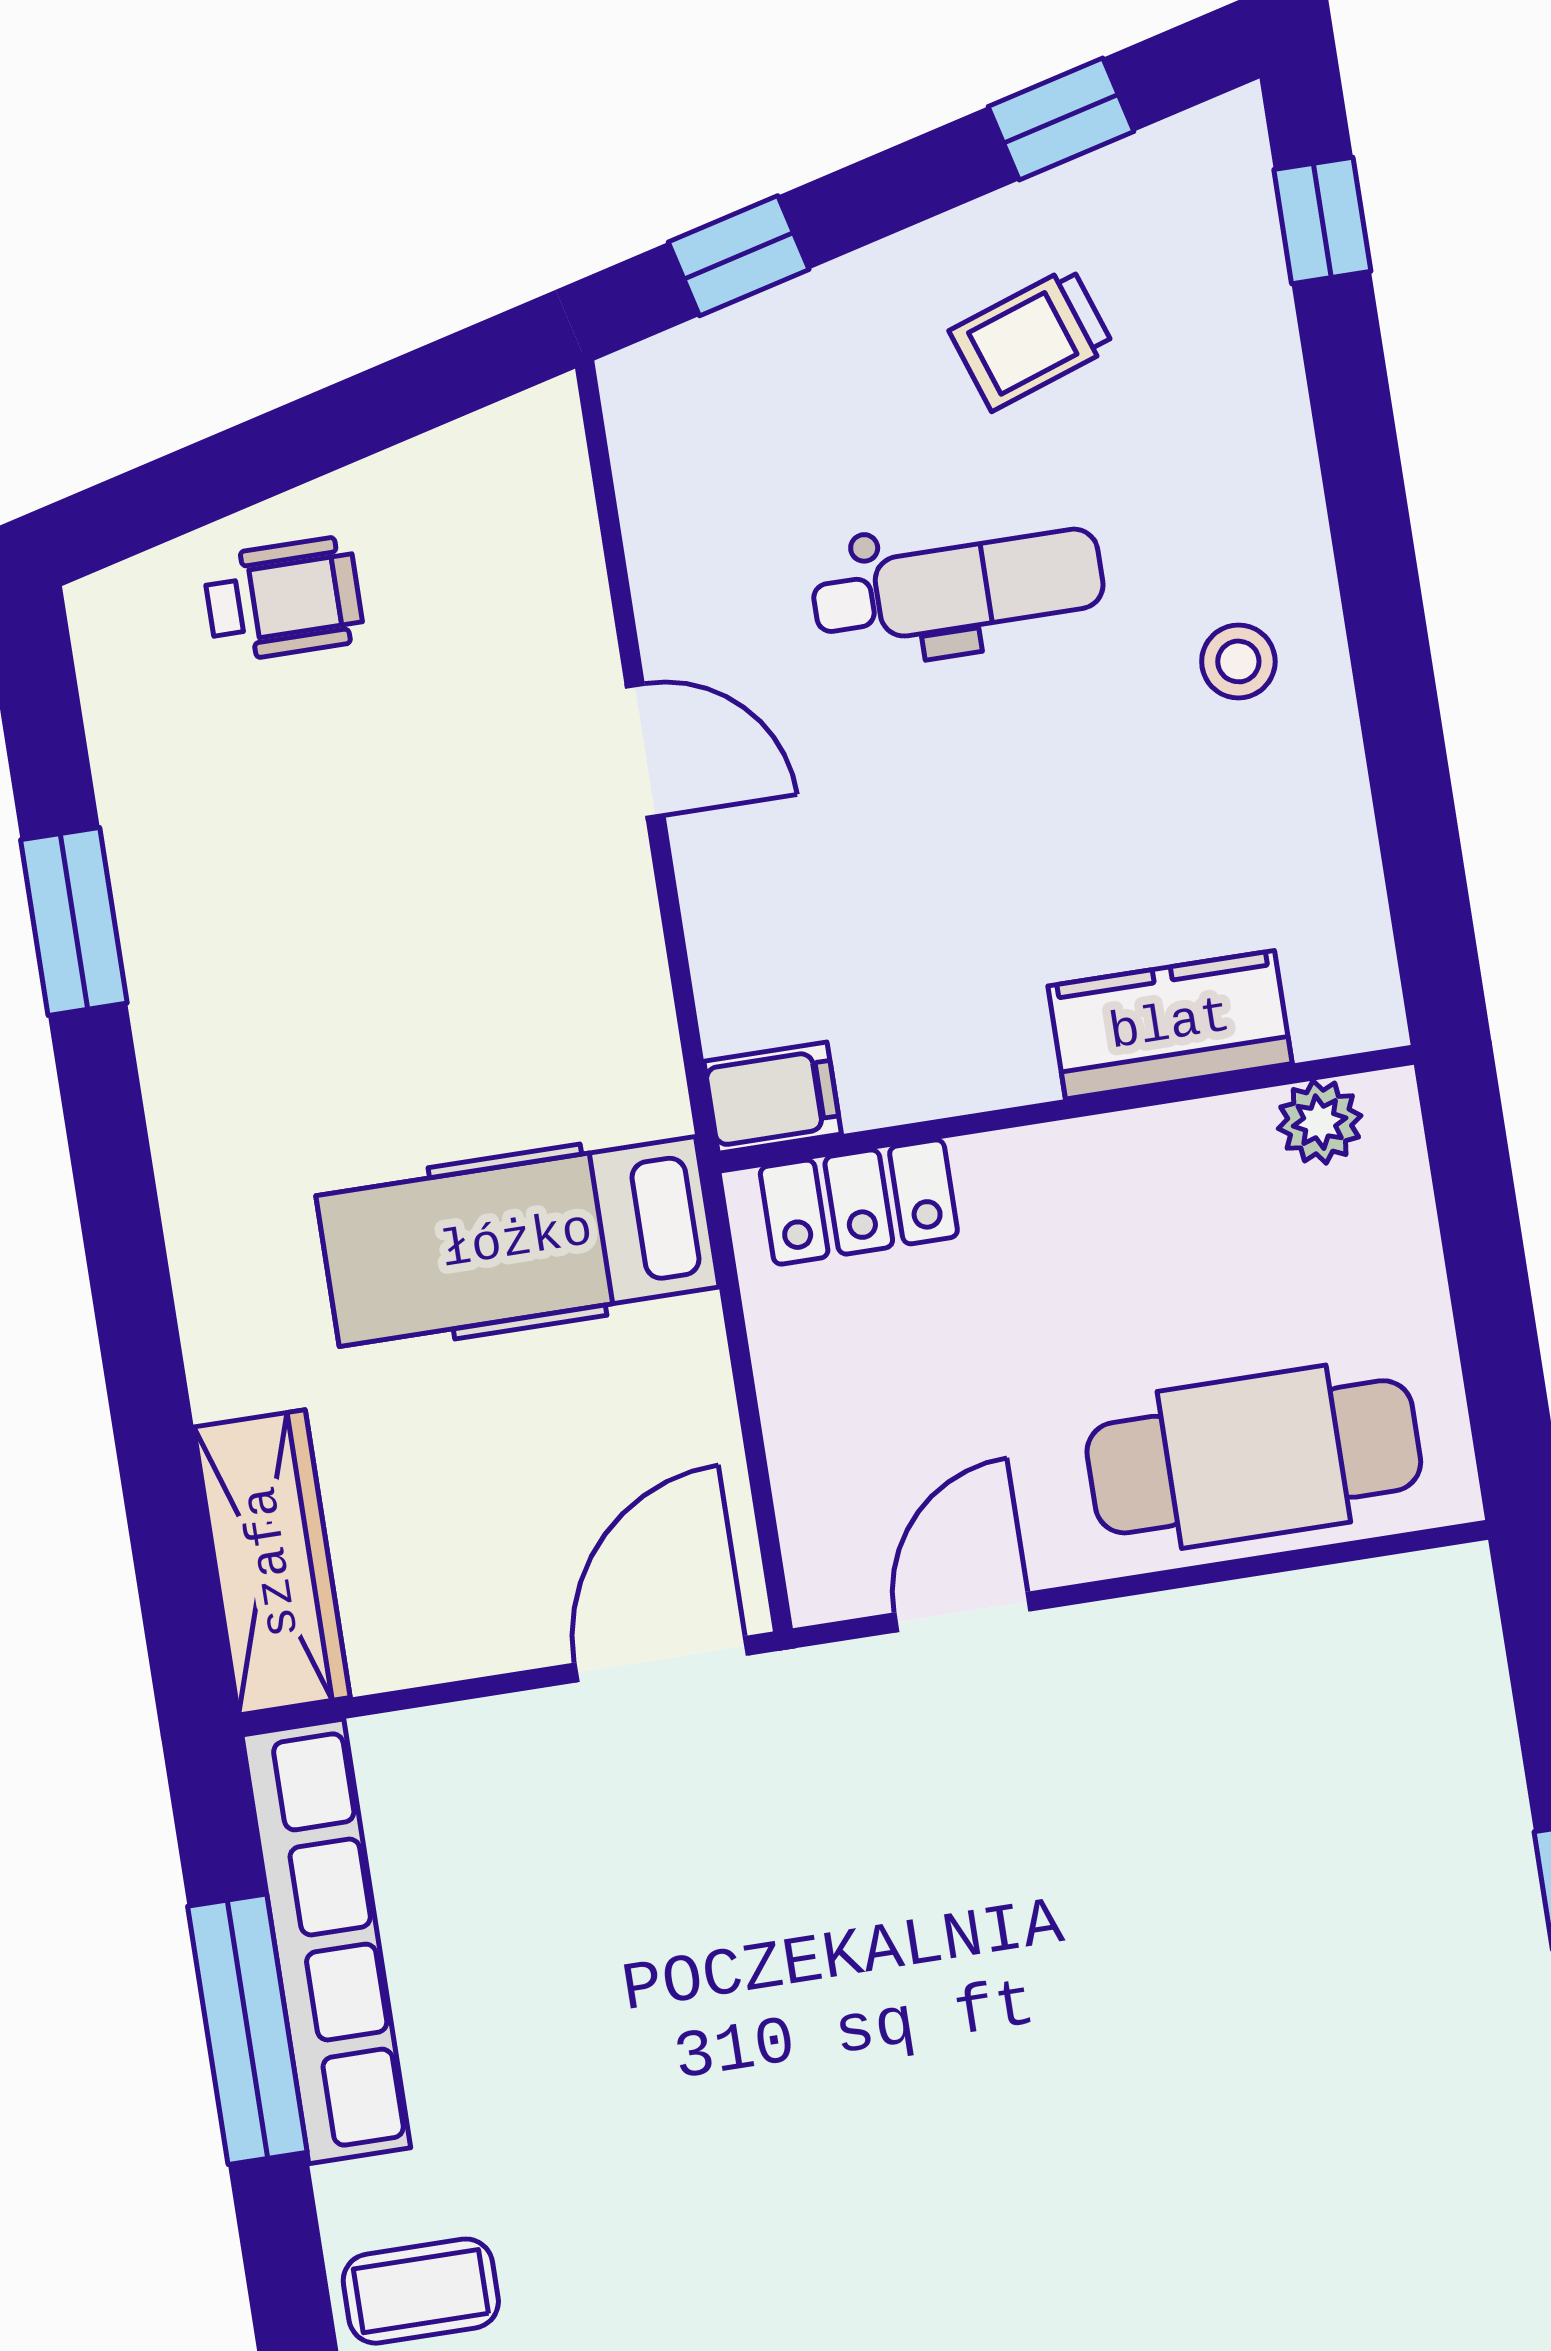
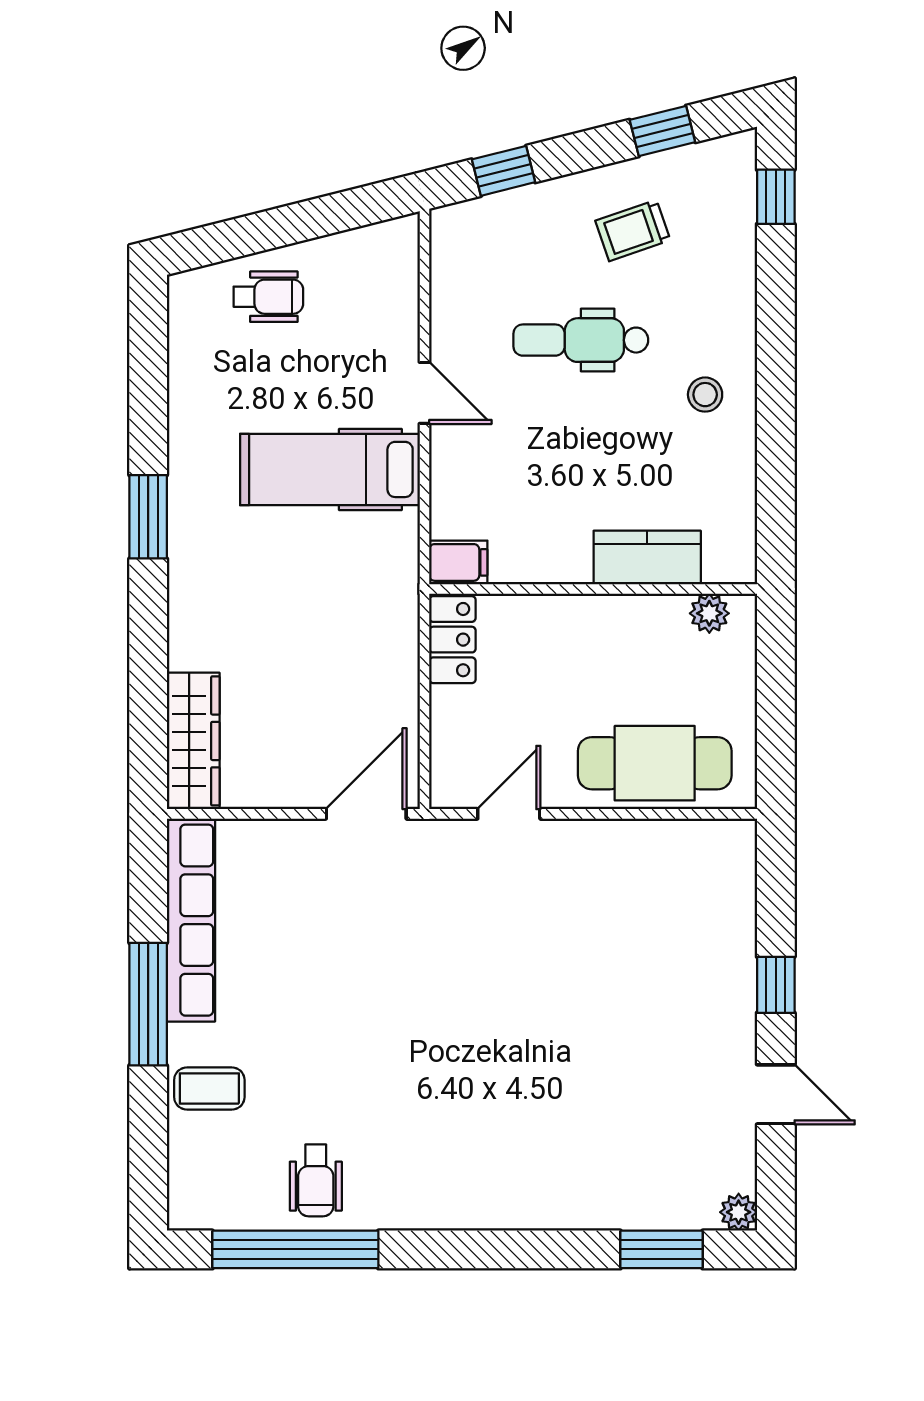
dental chair: (958, 587) -> (581, 340), turned 180
window: (74, 921) -> (148, 517), moved
locker: (859, 1202) -> (452, 640), moved, turned -90
hospital bed: (517, 1241) -> (330, 469), moved
window: (247, 2029) -> (148, 1004), moved

